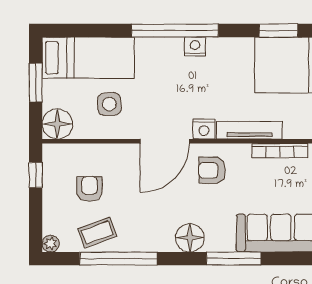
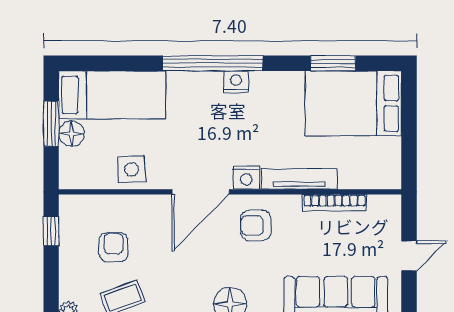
side table: (109, 104) -> (132, 169), moved
floor lamp: (57, 124) -> (71, 134), moved, width x0.73, depth x0.73

